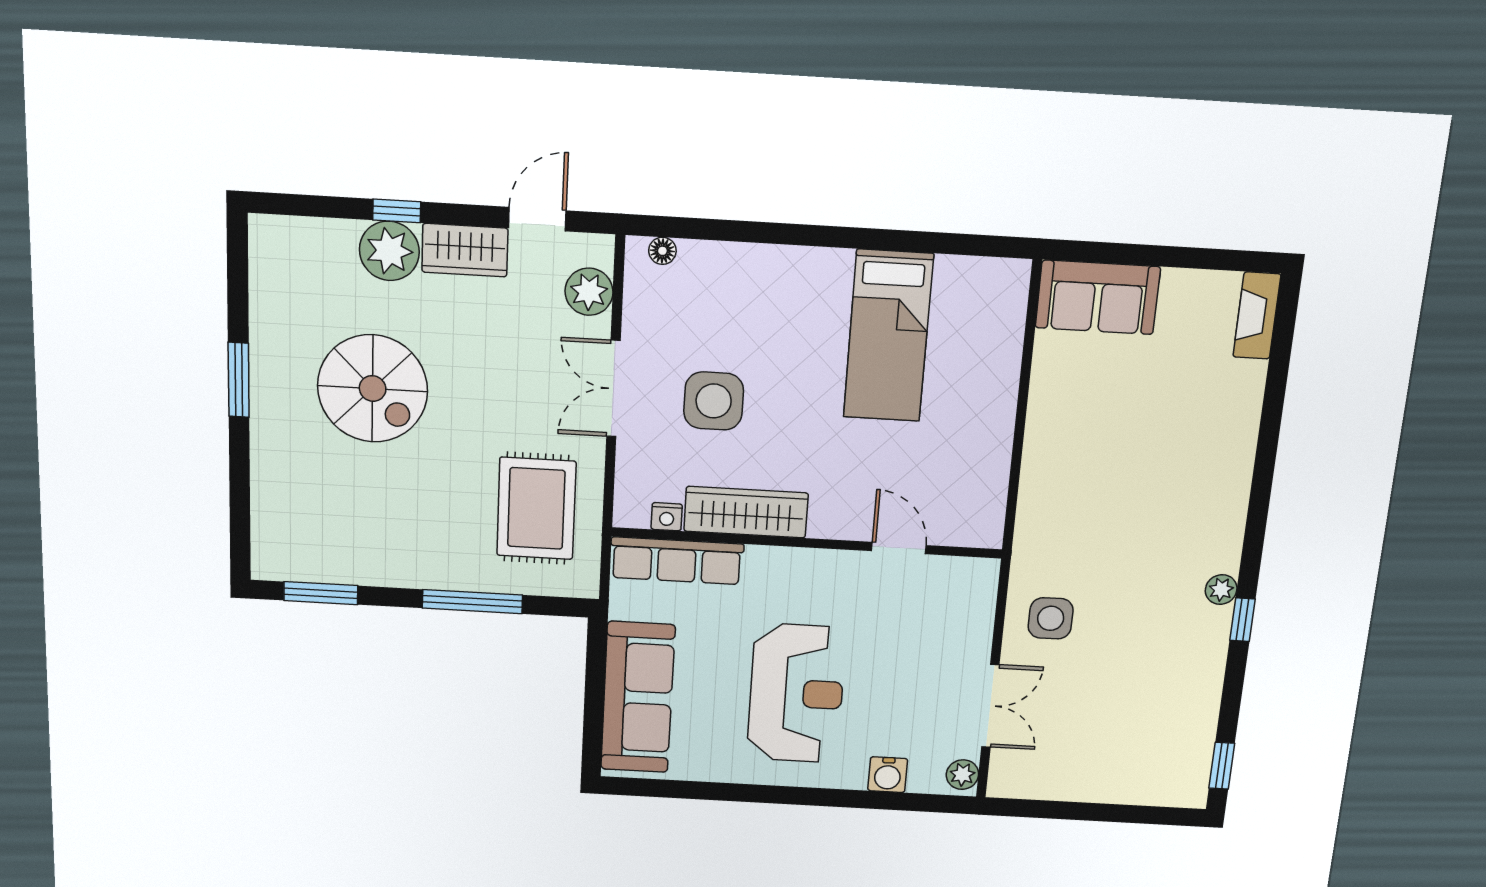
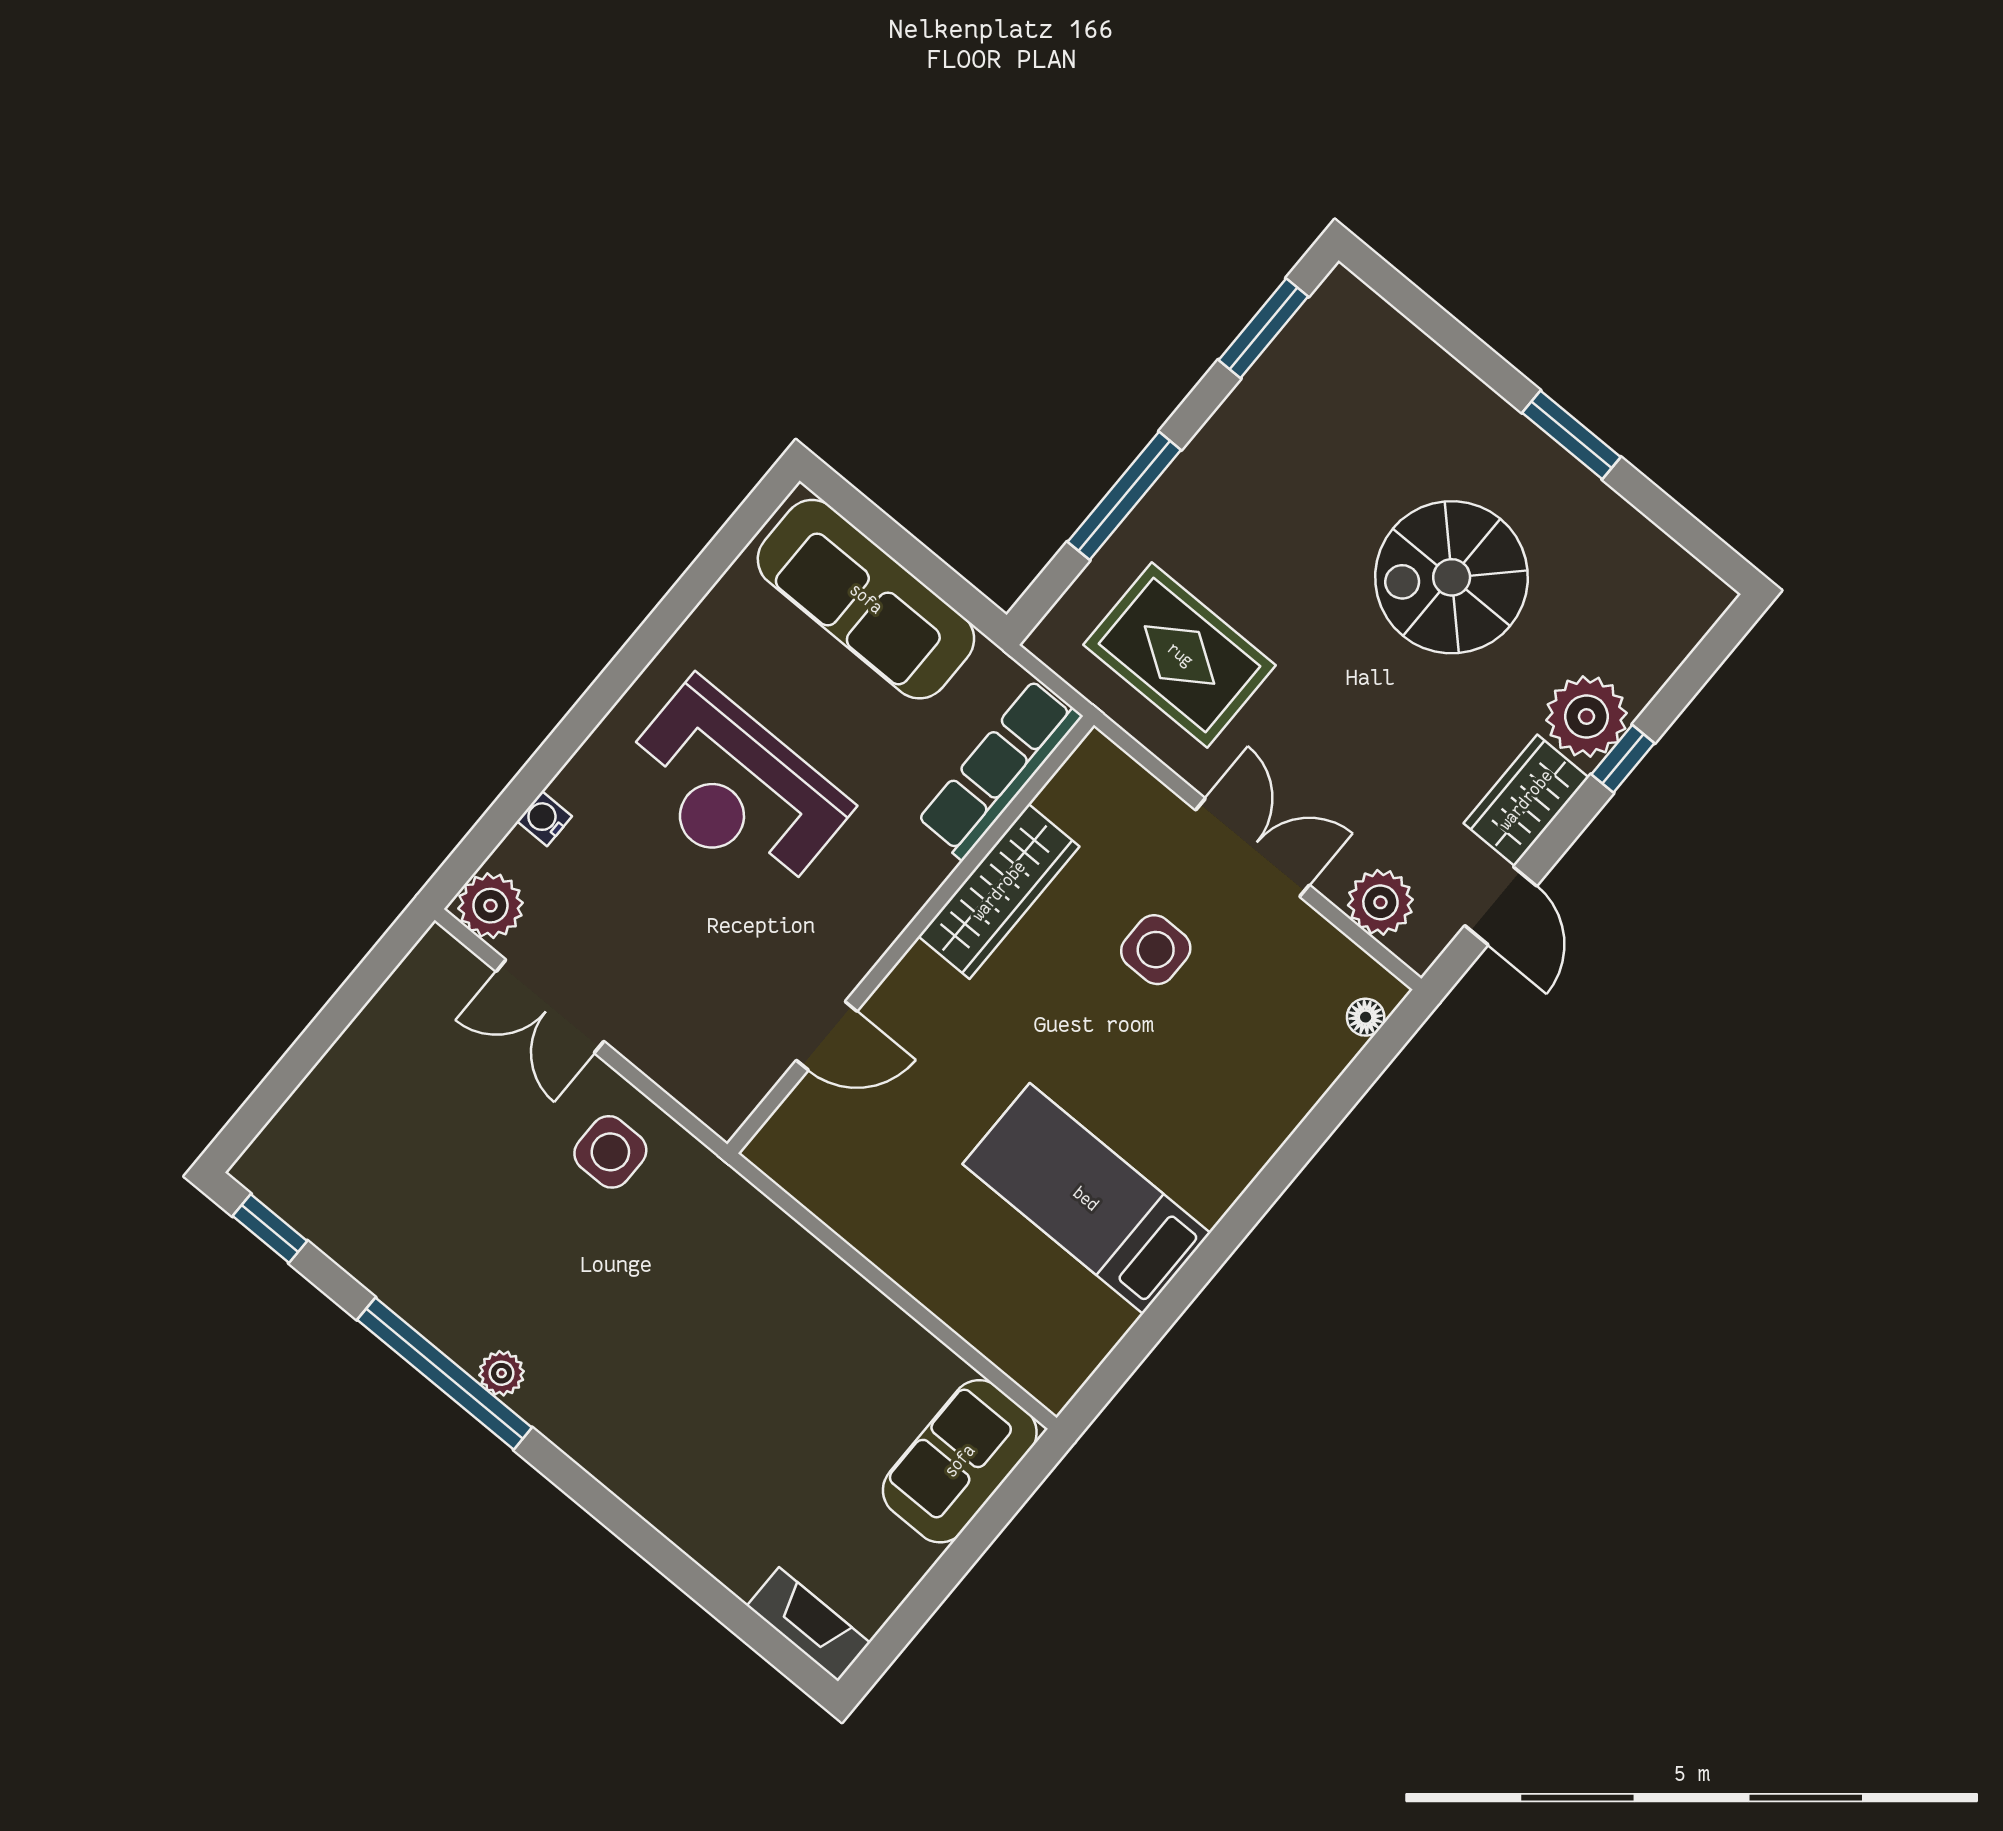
side table: (714, 401) -> (1156, 950), width x0.73, depth x0.73
nightstand: (667, 517) -> (1060, 797), removed
window: (1242, 620) -> (445, 1374), width x3.17
water cooler: (888, 775) -> (544, 819), width x0.72, depth x0.72
plant: (962, 775) -> (490, 906), width x1.38, depth x1.38

